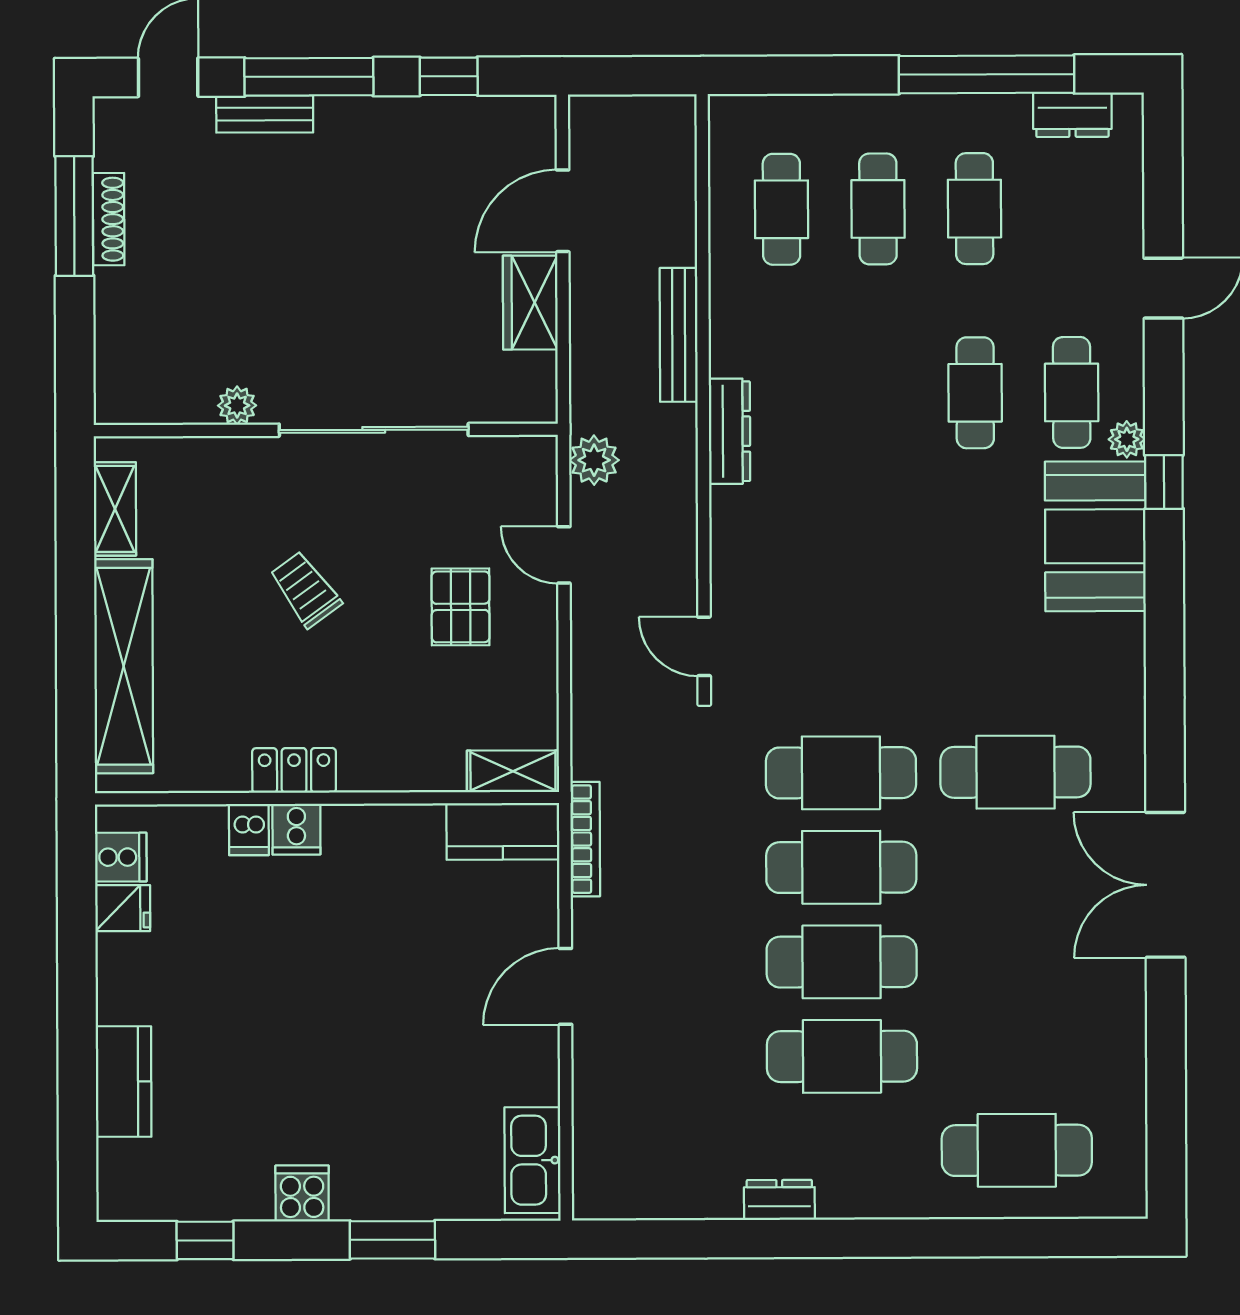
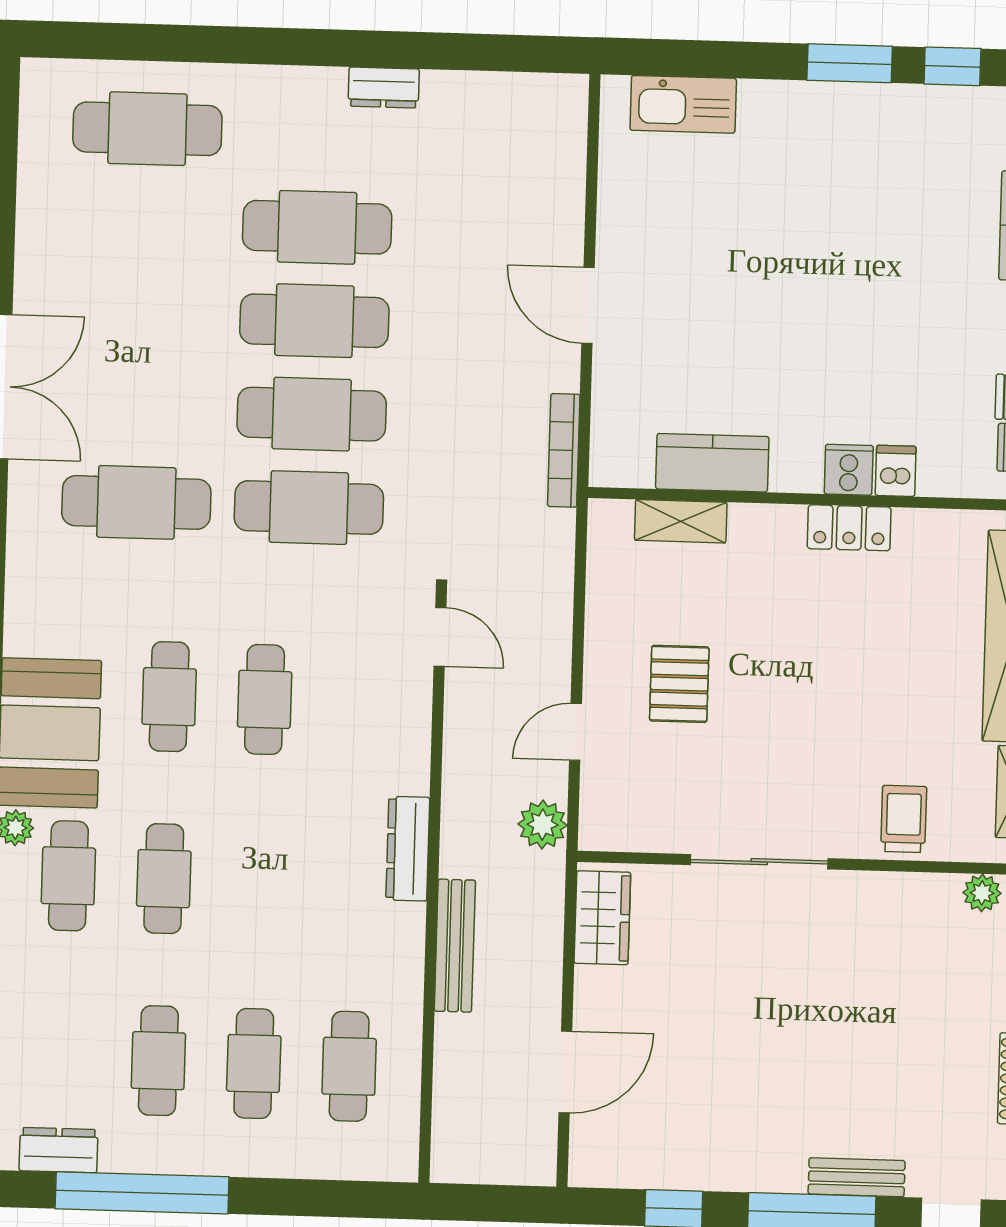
wardrobe: (530, 303) -> (602, 918), moved
plant: (237, 405) -> (982, 893), moved
sliding door: (374, 430) -> (759, 862), width x0.73
door: (564, 555) -> (575, 732), swing flipped
cafe table: (879, 577) -> (265, 699), added
cafe table: (976, 577) -> (169, 697), added
trolley: (305, 589) -> (904, 819), moved, turned -144
shelving: (513, 771) -> (681, 521), moved
kitchen counter: (503, 831) -> (712, 463), moved
door: (565, 986) -> (588, 306), swing flipped
kitchen sink: (533, 1160) -> (683, 104), moved, turned 90
cooker: (302, 1194) -> (855, 109), removed
window: (392, 1240) -> (850, 63), moved

